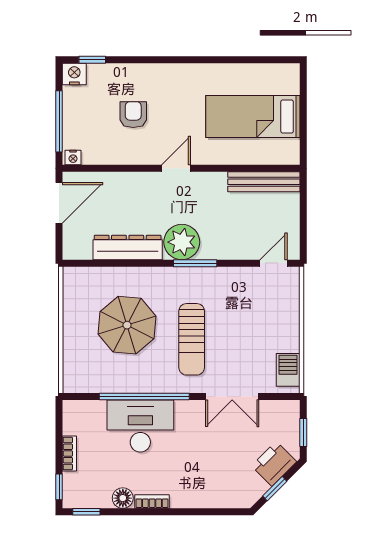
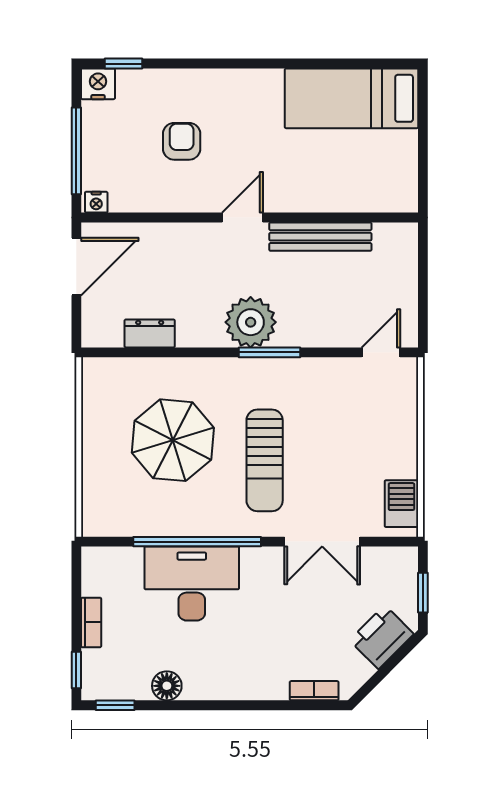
bed: (253, 117) -> (351, 98), moved
bench: (264, 182) -> (320, 237), moved
dresser: (128, 247) -> (150, 333), width x0.51, depth x0.80
window: (275, 489) -> (383, 672), removed
bookcase: (152, 502) -> (314, 691), moved

